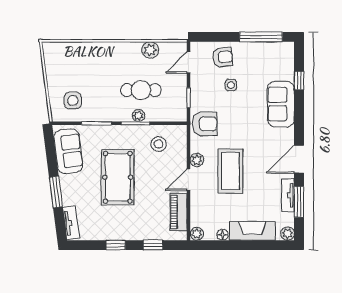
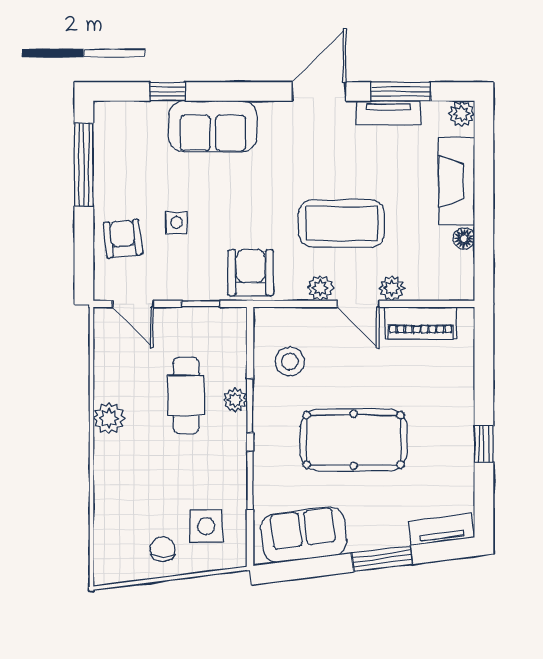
plant: (150, 50) -> (109, 418), moved
chair: (61, 78) -> (163, 549), added
door: (299, 159) -> (319, 92), swing flipped
plant: (197, 234) -> (392, 288), moved
window: (153, 245) -> (484, 372), removed

